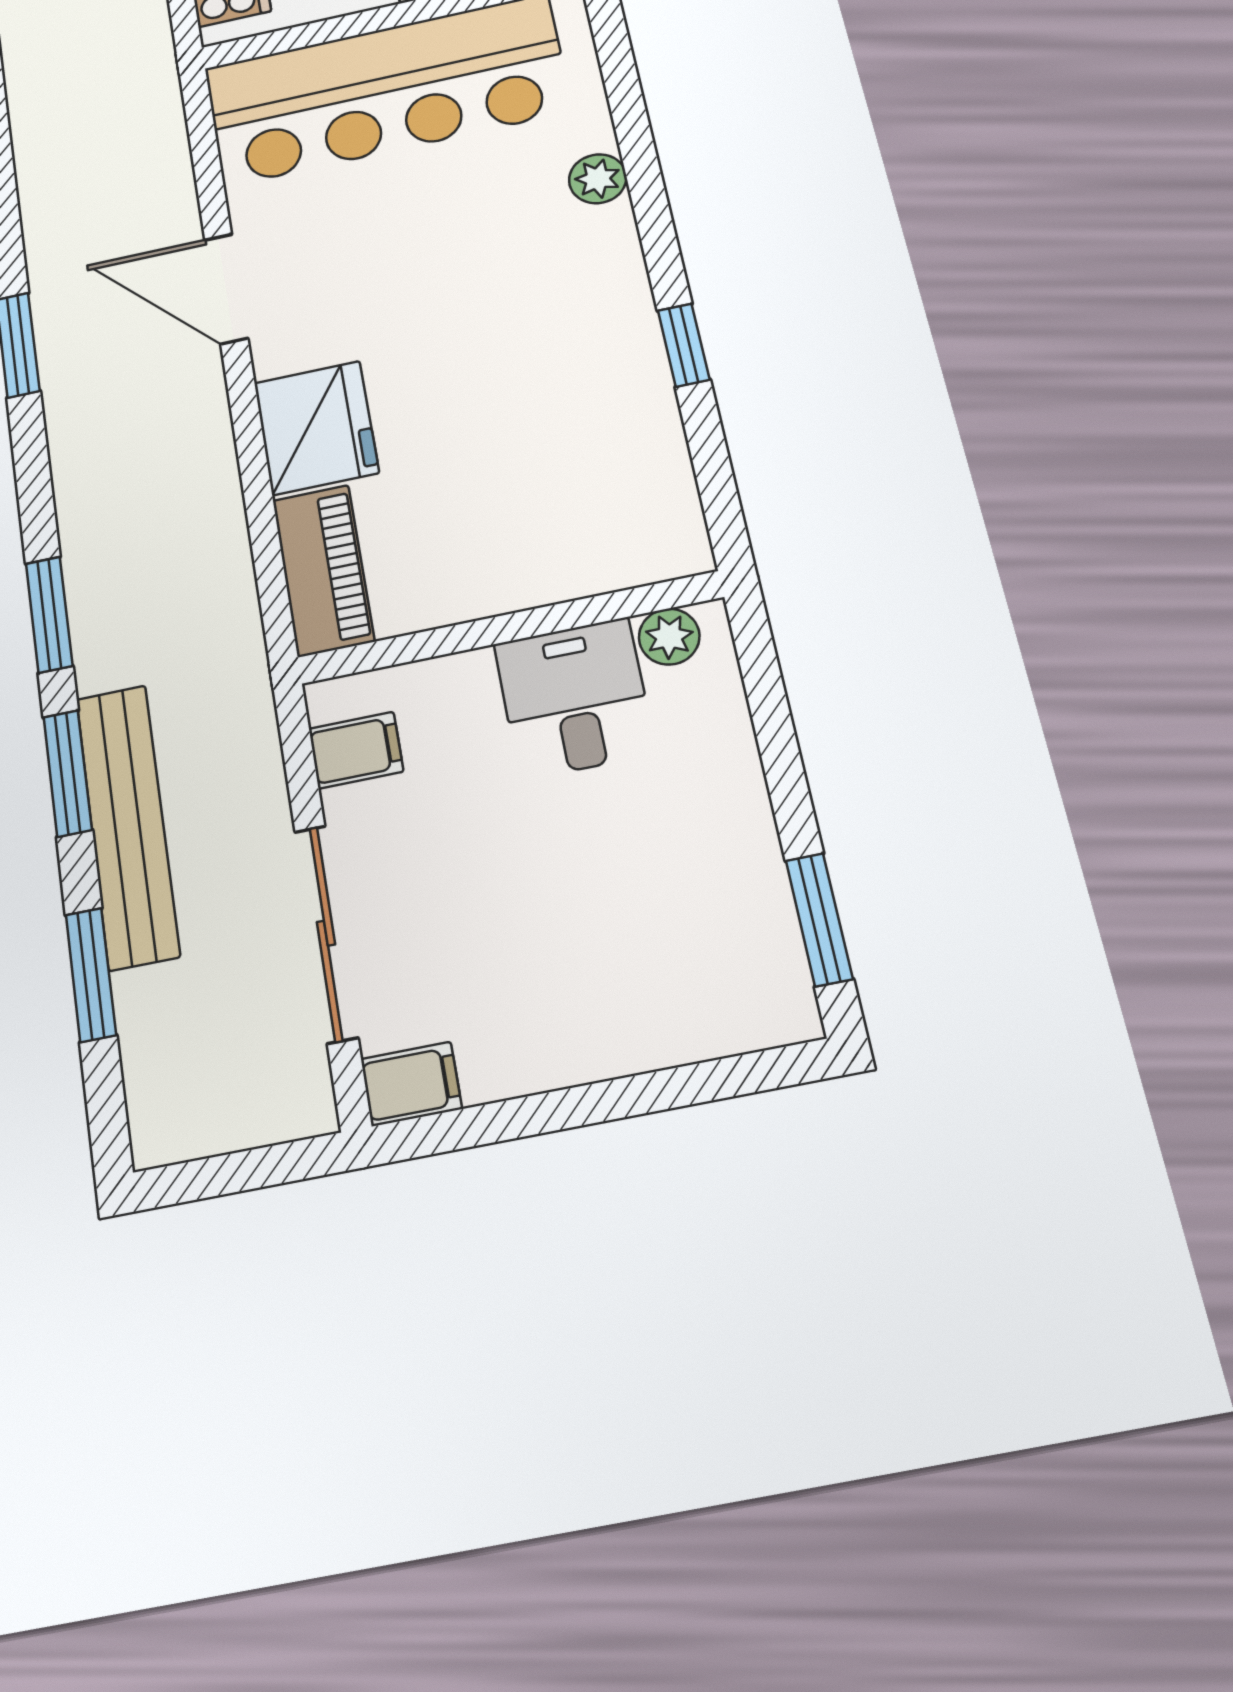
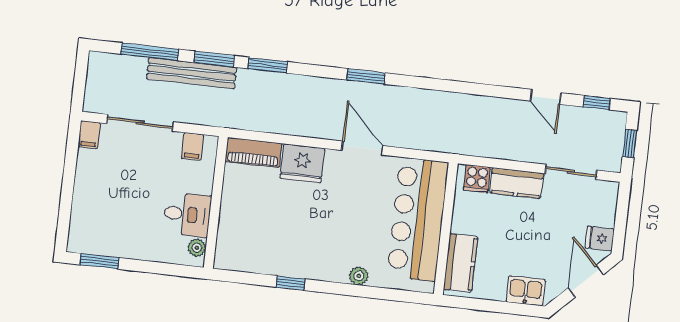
door: (226, 289) -> (362, 148), hinge flipped
window: (91, 975) -> (150, 52), width x1.44

